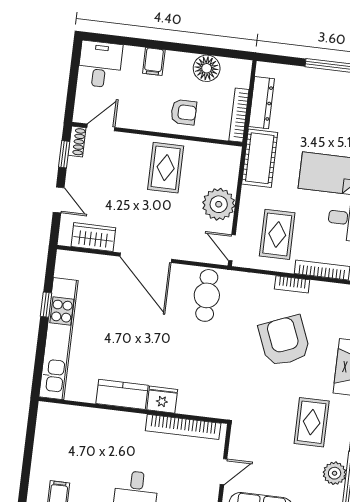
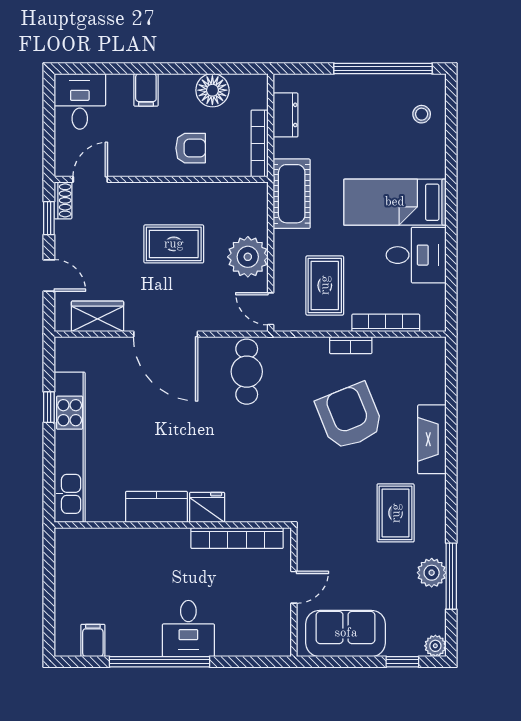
dresser: (262, 103) -> (286, 115), width x0.70
rug: (166, 168) -> (174, 244), moved, turned 90

